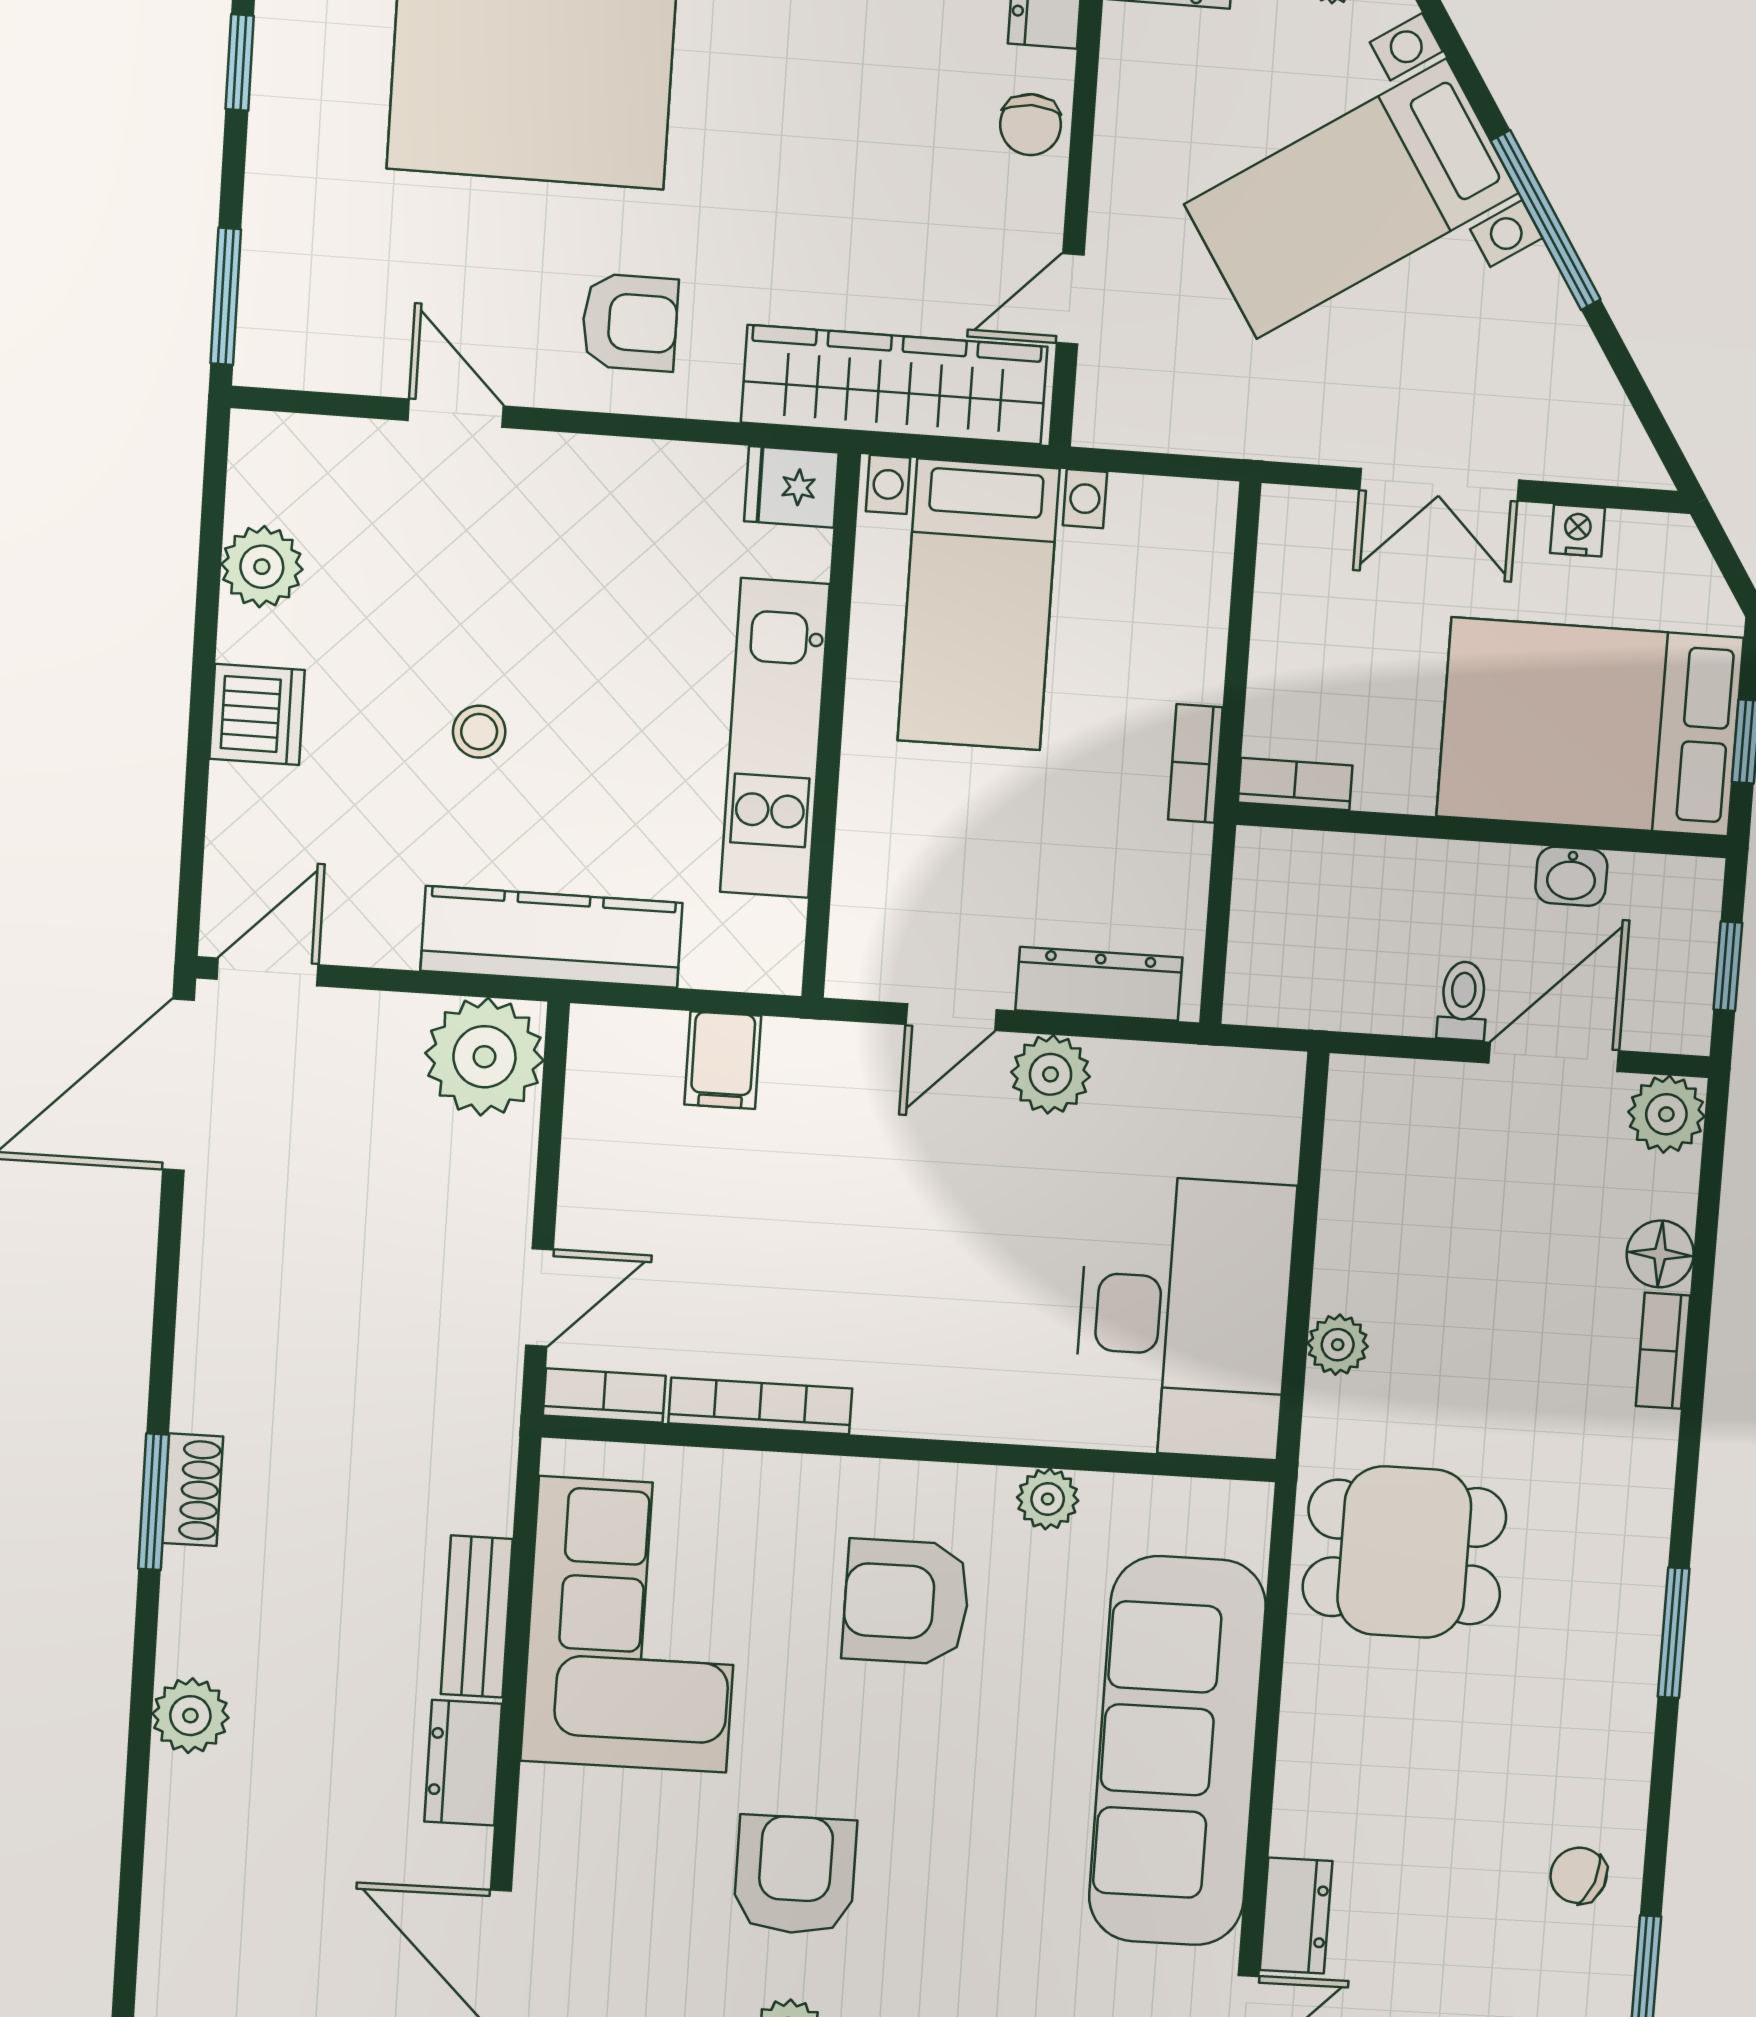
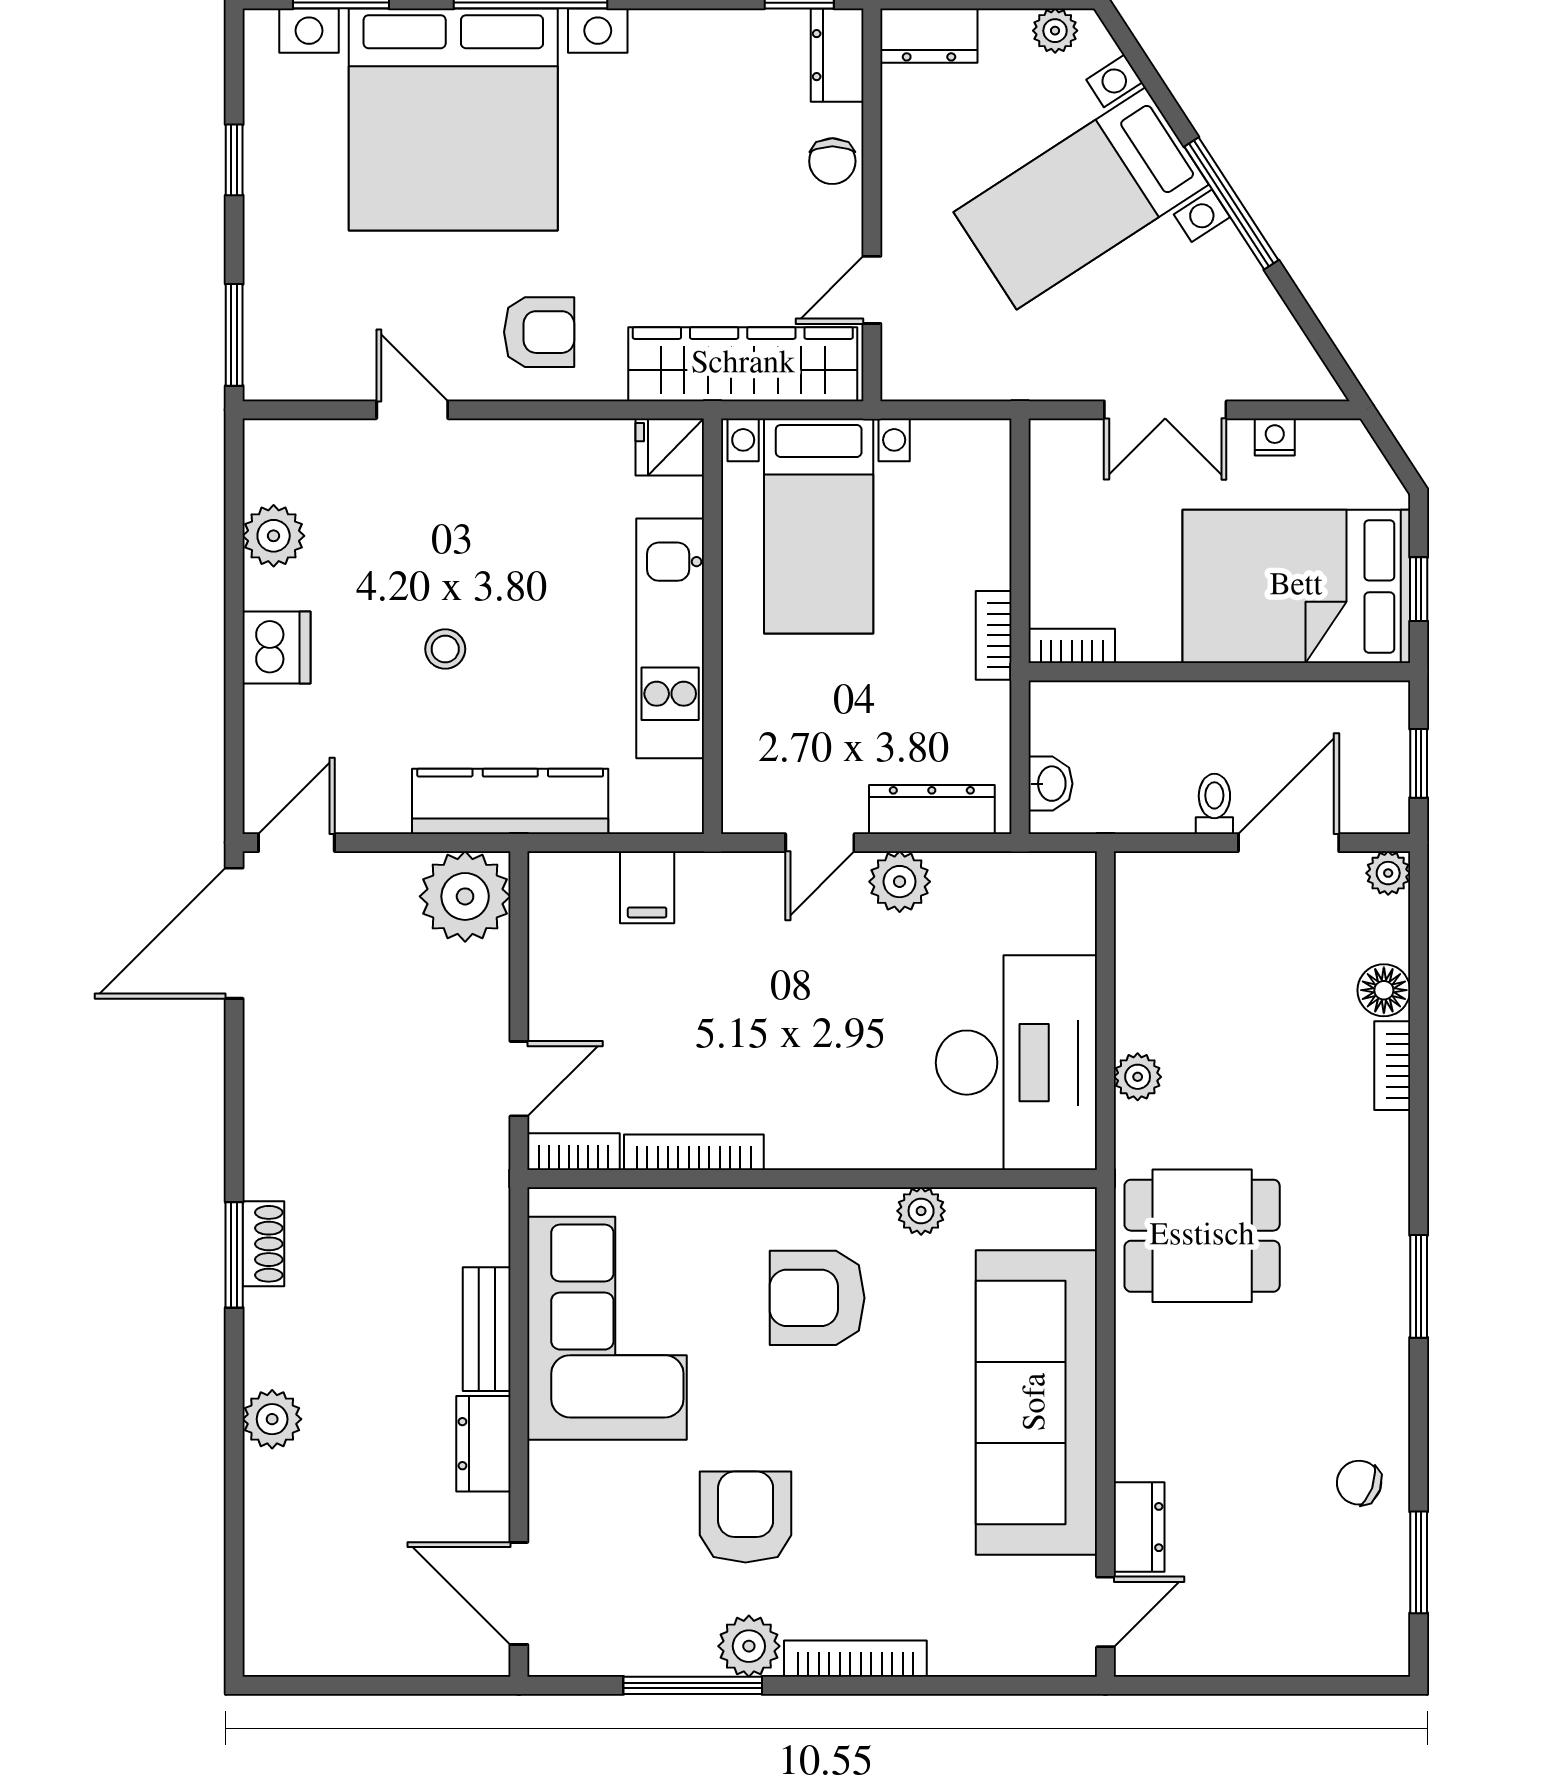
washbasin: (1571, 876) -> (1051, 784), moved, turned -90
plant: (1666, 1114) -> (1388, 873), width x0.73, depth x0.73

